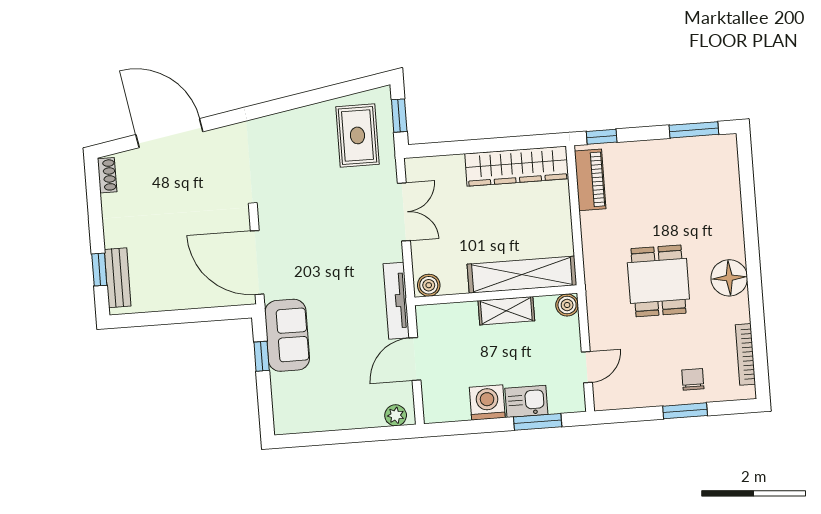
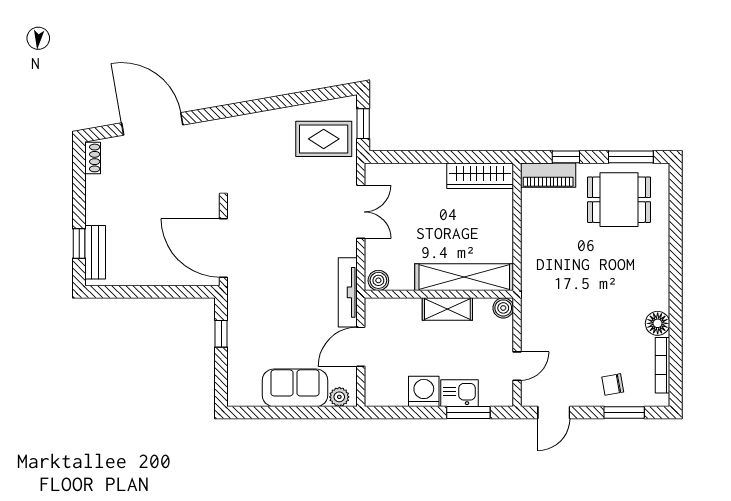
rug: (357, 135) -> (324, 139), turned 90
window: (602, 137) -> (566, 157), moved
wardrobe: (517, 166) -> (480, 176), width x0.71, depth x0.85
piano: (590, 180) -> (548, 175), moved, turned 90
floor lamp: (729, 278) -> (658, 323), moved, width x0.73, depth x0.73
dining table: (658, 281) -> (619, 200), moved, turned 90
sofa: (287, 335) -> (295, 388), moved, turned -90
chair: (693, 379) -> (613, 384), turned -100
window: (685, 411) -> (624, 413), moved
door: (631, 415) -> (554, 413), added

